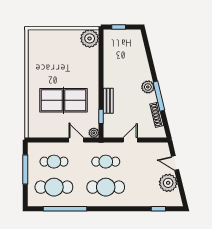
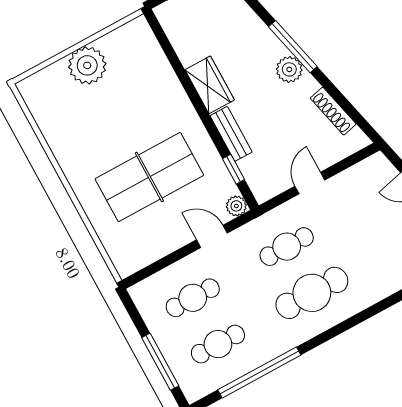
plant: (90, 38) -> (87, 65), moved
wardrobe: (110, 75) -> (210, 85), added
window: (159, 96) -> (293, 47), moved
window: (25, 170) -> (160, 362), moved
cafe table: (54, 187) -> (218, 344), width x0.73, depth x0.74

